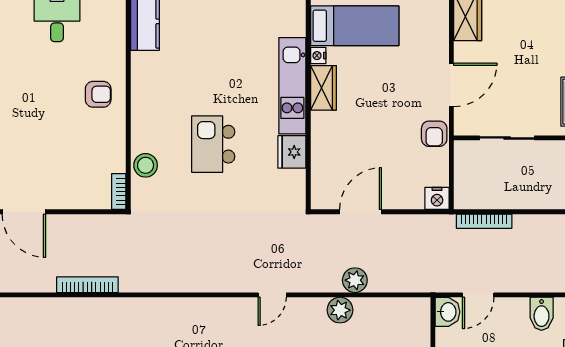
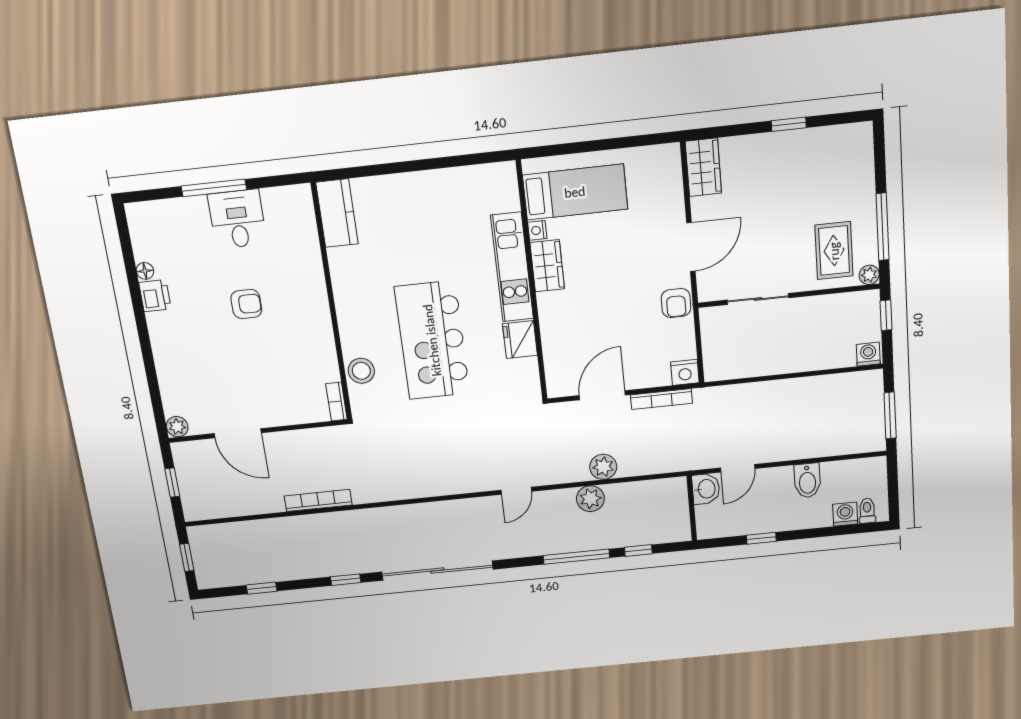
armchair: (98, 94) -> (246, 304), moved
kitchen island: (213, 144) -> (432, 340), width x1.87, depth x1.28
bookcase: (484, 221) -> (661, 399), moved

